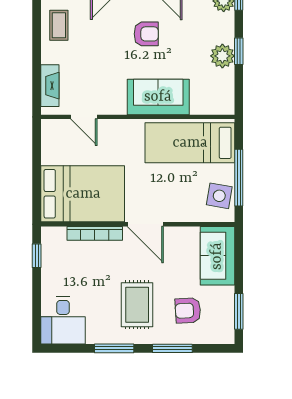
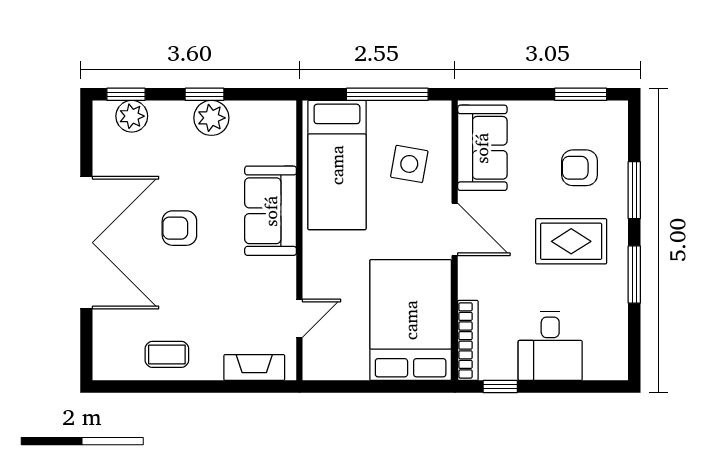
armchair: (146, 34) -> (179, 228), turned -90
side table: (219, 196) -> (409, 164), moved
door: (145, 224) -> (455, 229), hinge flipped
bookcase: (95, 233) -> (468, 340), moved
sofa: (217, 256) -> (482, 148), moved, turned -90
armchair: (188, 310) -> (579, 168), turned 93
desk: (63, 320) -> (550, 346), moved, turned 90

